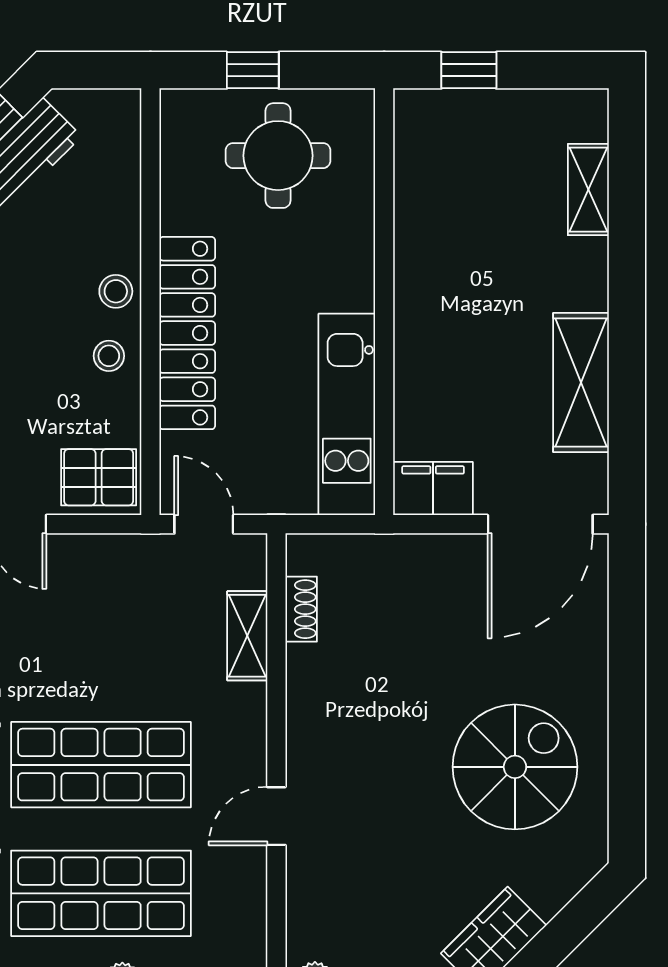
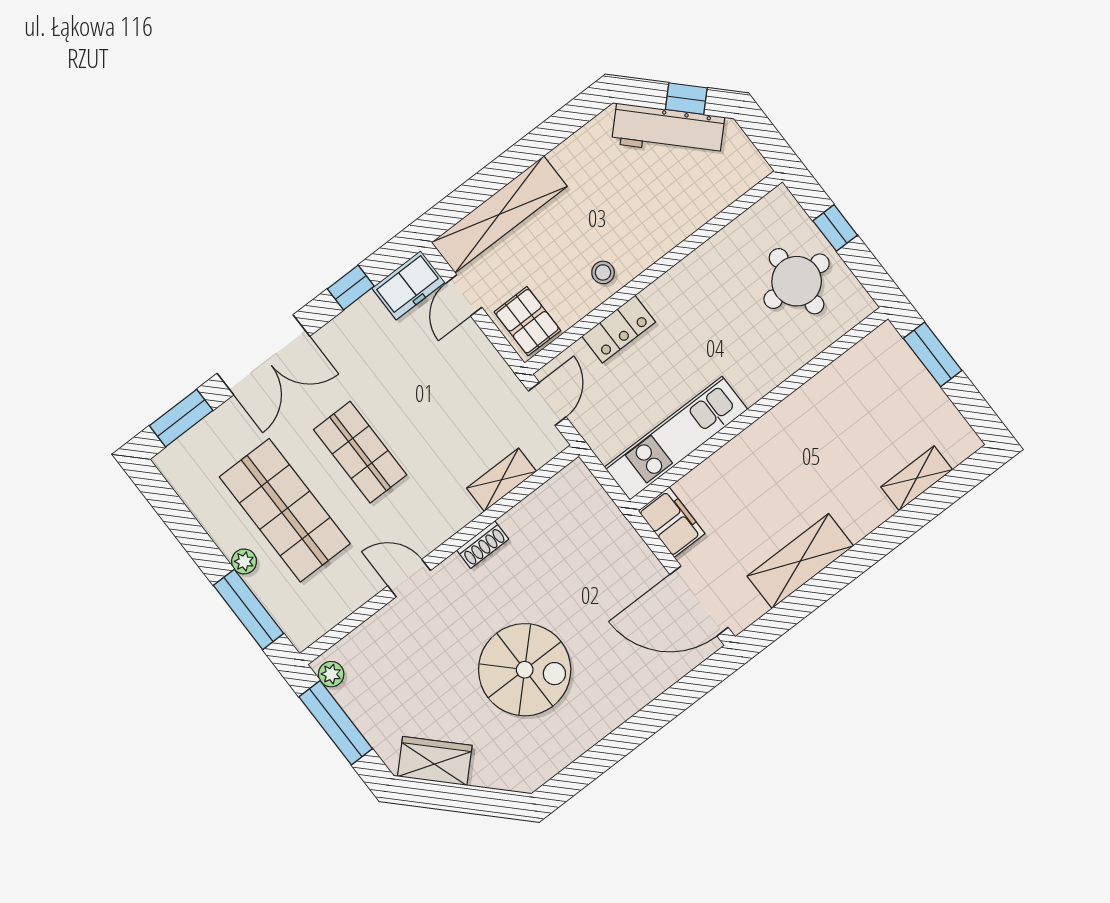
window: (469, 70) -> (933, 354), width x1.50
stool: (116, 291) -> (644, 247), removed
locker: (187, 333) -> (619, 329), width x0.46, depth x0.83
shoe rack: (301, 609) -> (483, 545), moved
shop shelf: (101, 765) -> (360, 452), width x0.70, depth x0.74
spiral stairs: (515, 767) -> (525, 670), moved

